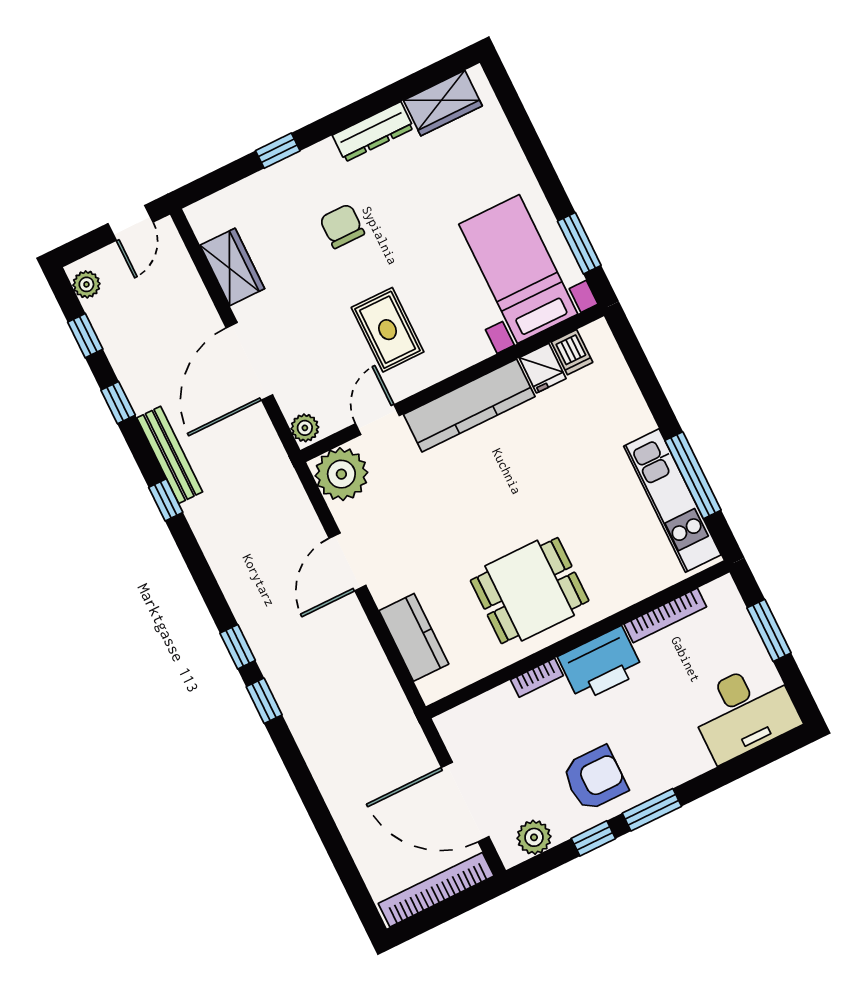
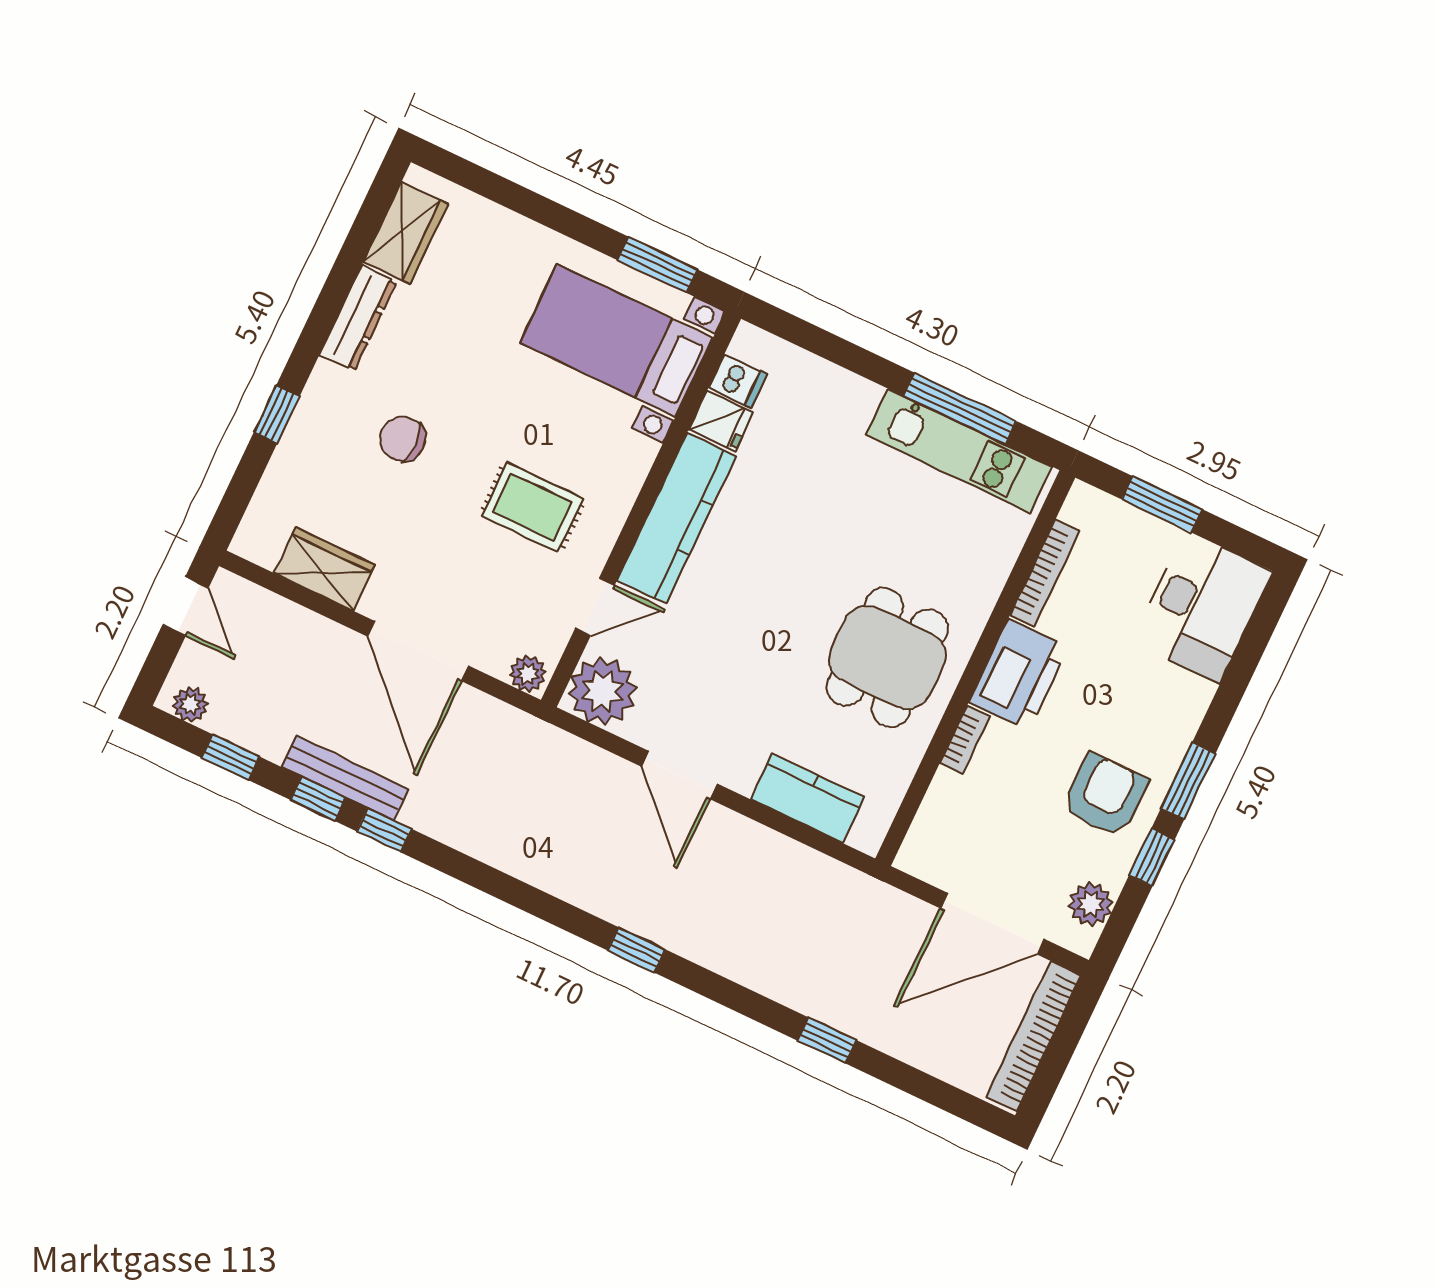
door: (377, 420) -> (595, 607), swing flipped
bench: (170, 455) -> (345, 778), moved
window: (166, 500) -> (384, 830), moved
window: (264, 701) -> (827, 1040), moved

